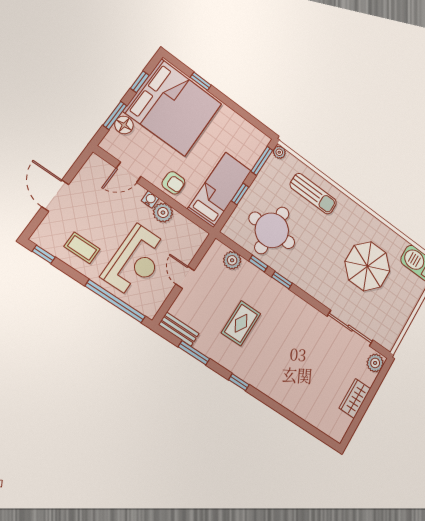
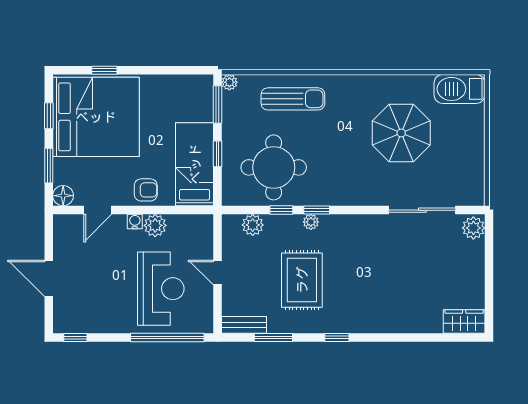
floor lamp: (124, 125) -> (63, 196), moved
coffee table: (82, 248) -> (104, 309), removed
plant: (273, 286) -> (311, 222), added
rug: (241, 323) -> (302, 280), width x1.36, depth x1.43
wardrobe: (355, 398) -> (464, 322), moved, turned 90

